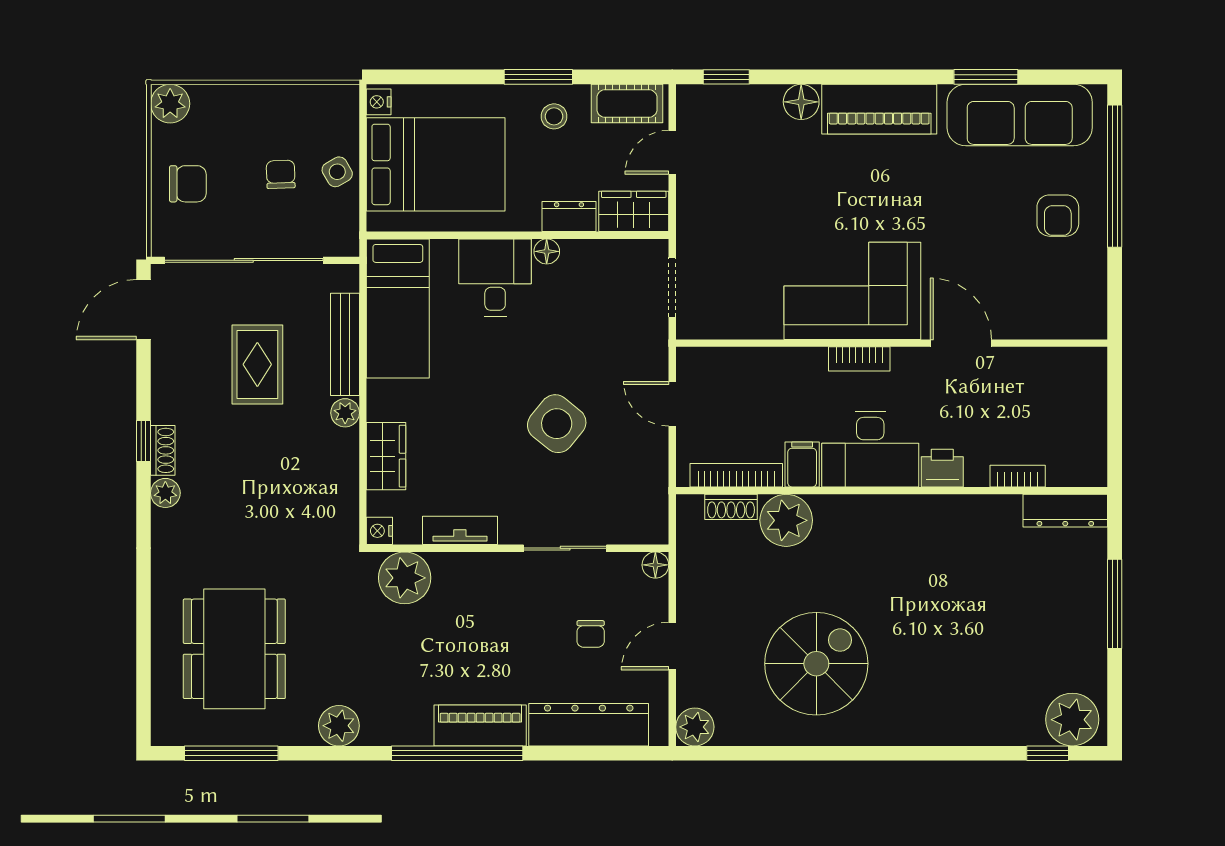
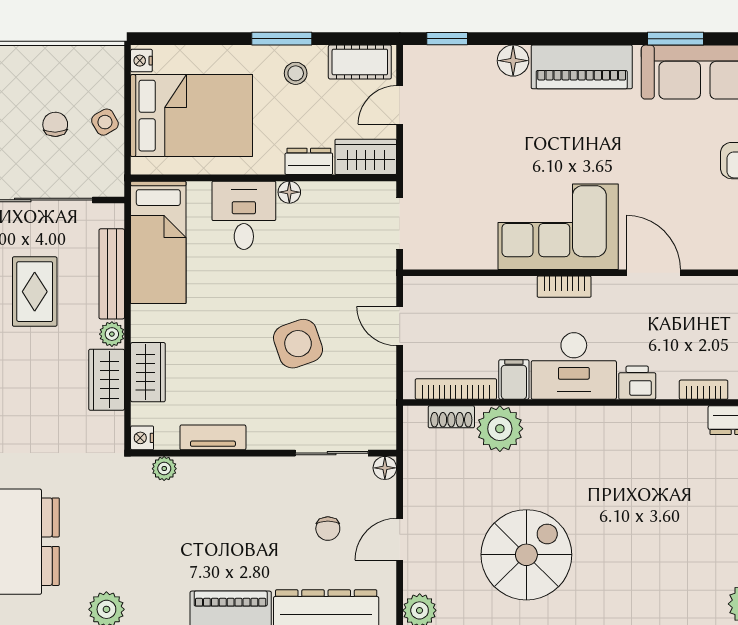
side table: (557, 424) -> (298, 344), turned 32
wardrobe: (339, 465) -> (107, 380), added
sliding door: (565, 548) -> (332, 453), moved
plant: (405, 578) -> (164, 469), width x0.53, depth x0.53

